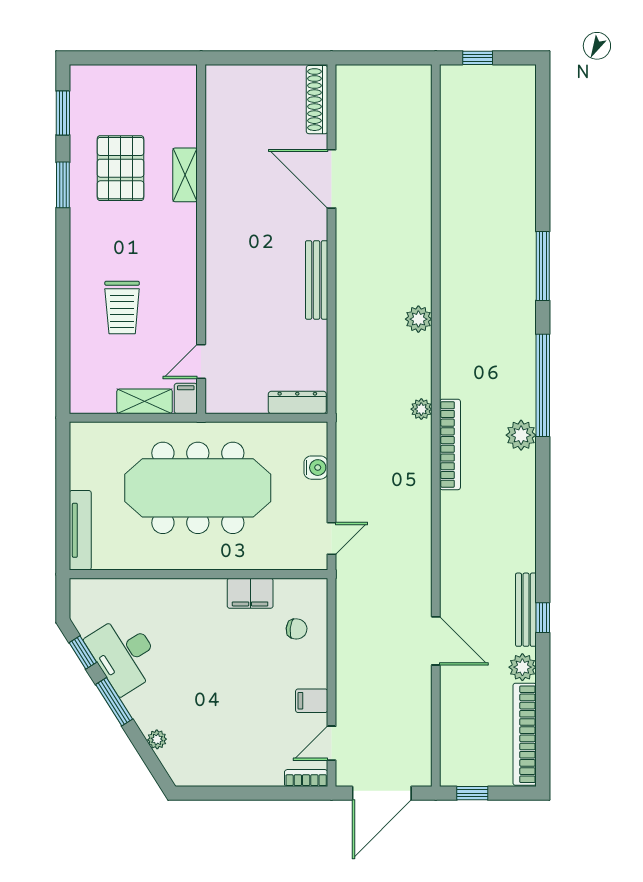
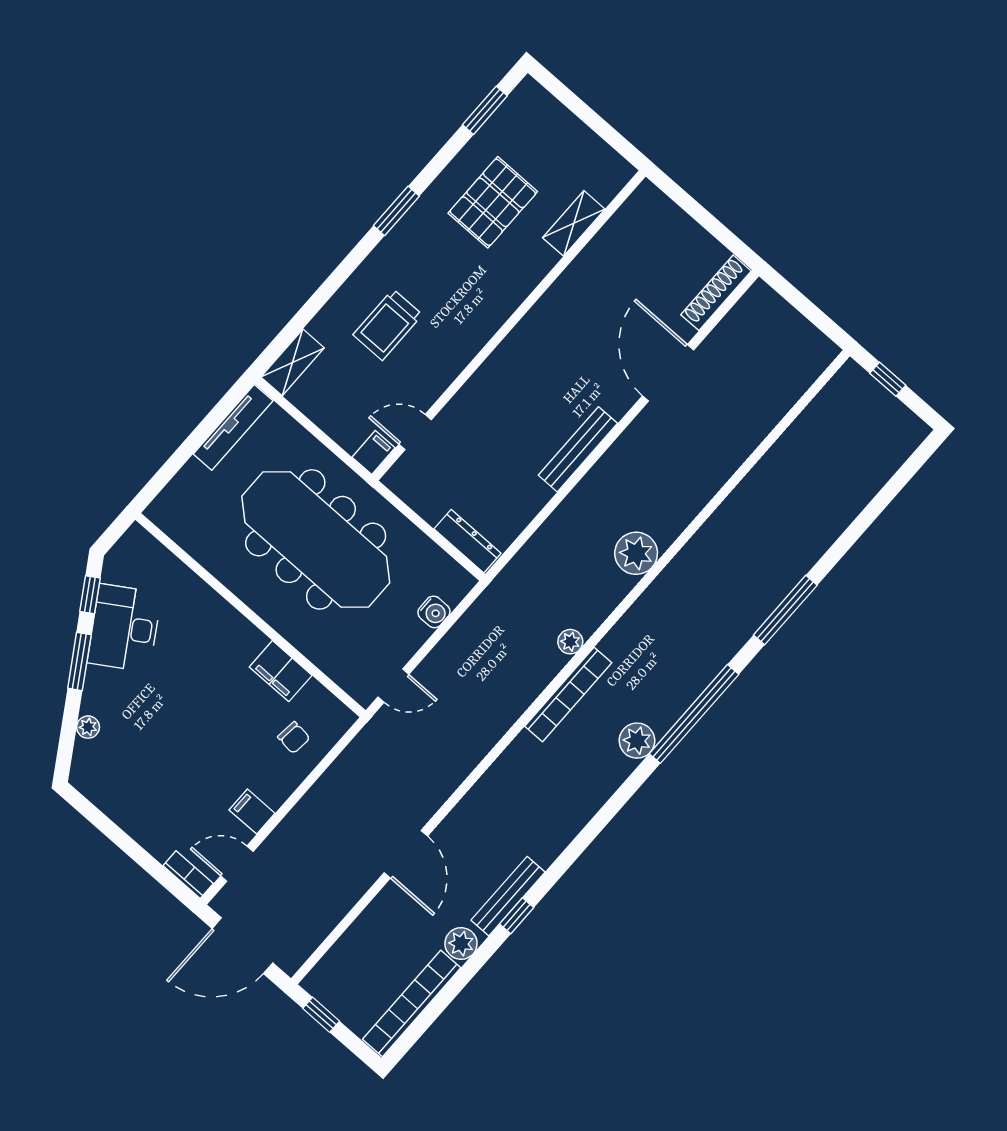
shelving: (185, 175) -> (574, 223), moved
window: (63, 185) -> (396, 211), moved
plant: (418, 319) -> (636, 553), width x1.36, depth x1.36
shelving: (145, 401) -> (293, 362), moved, turned 90
tv unit: (80, 530) -> (233, 427), moved

